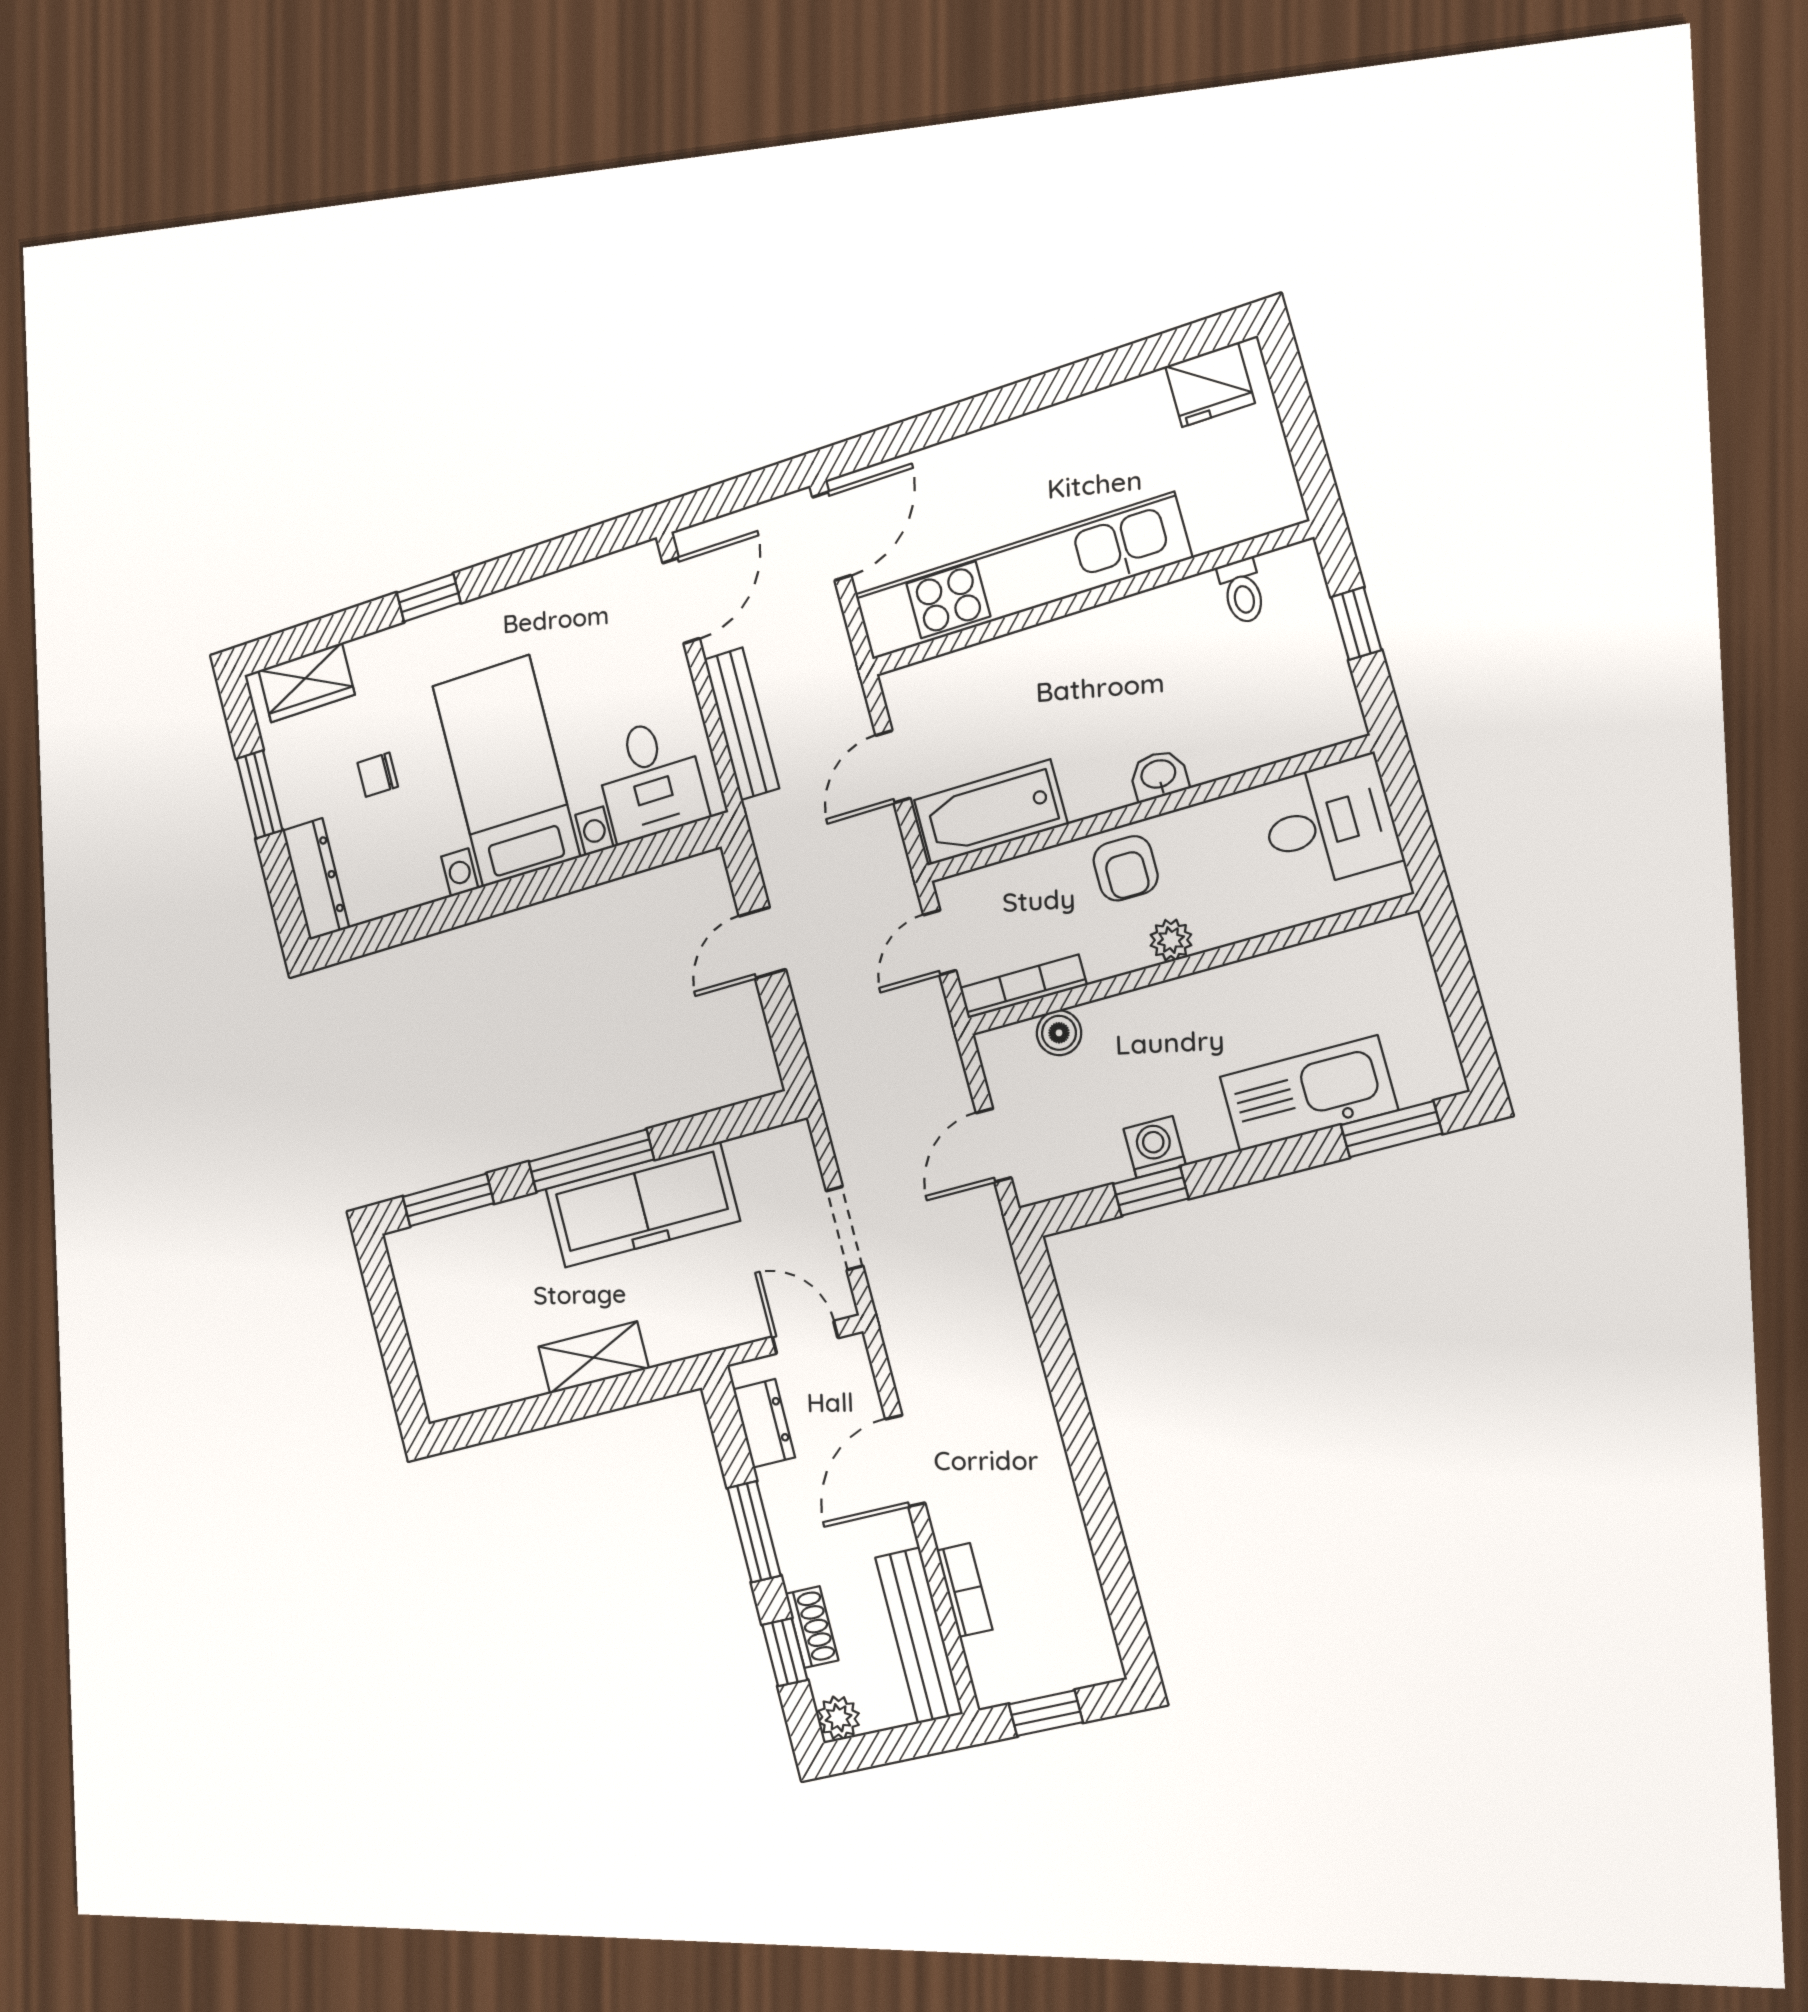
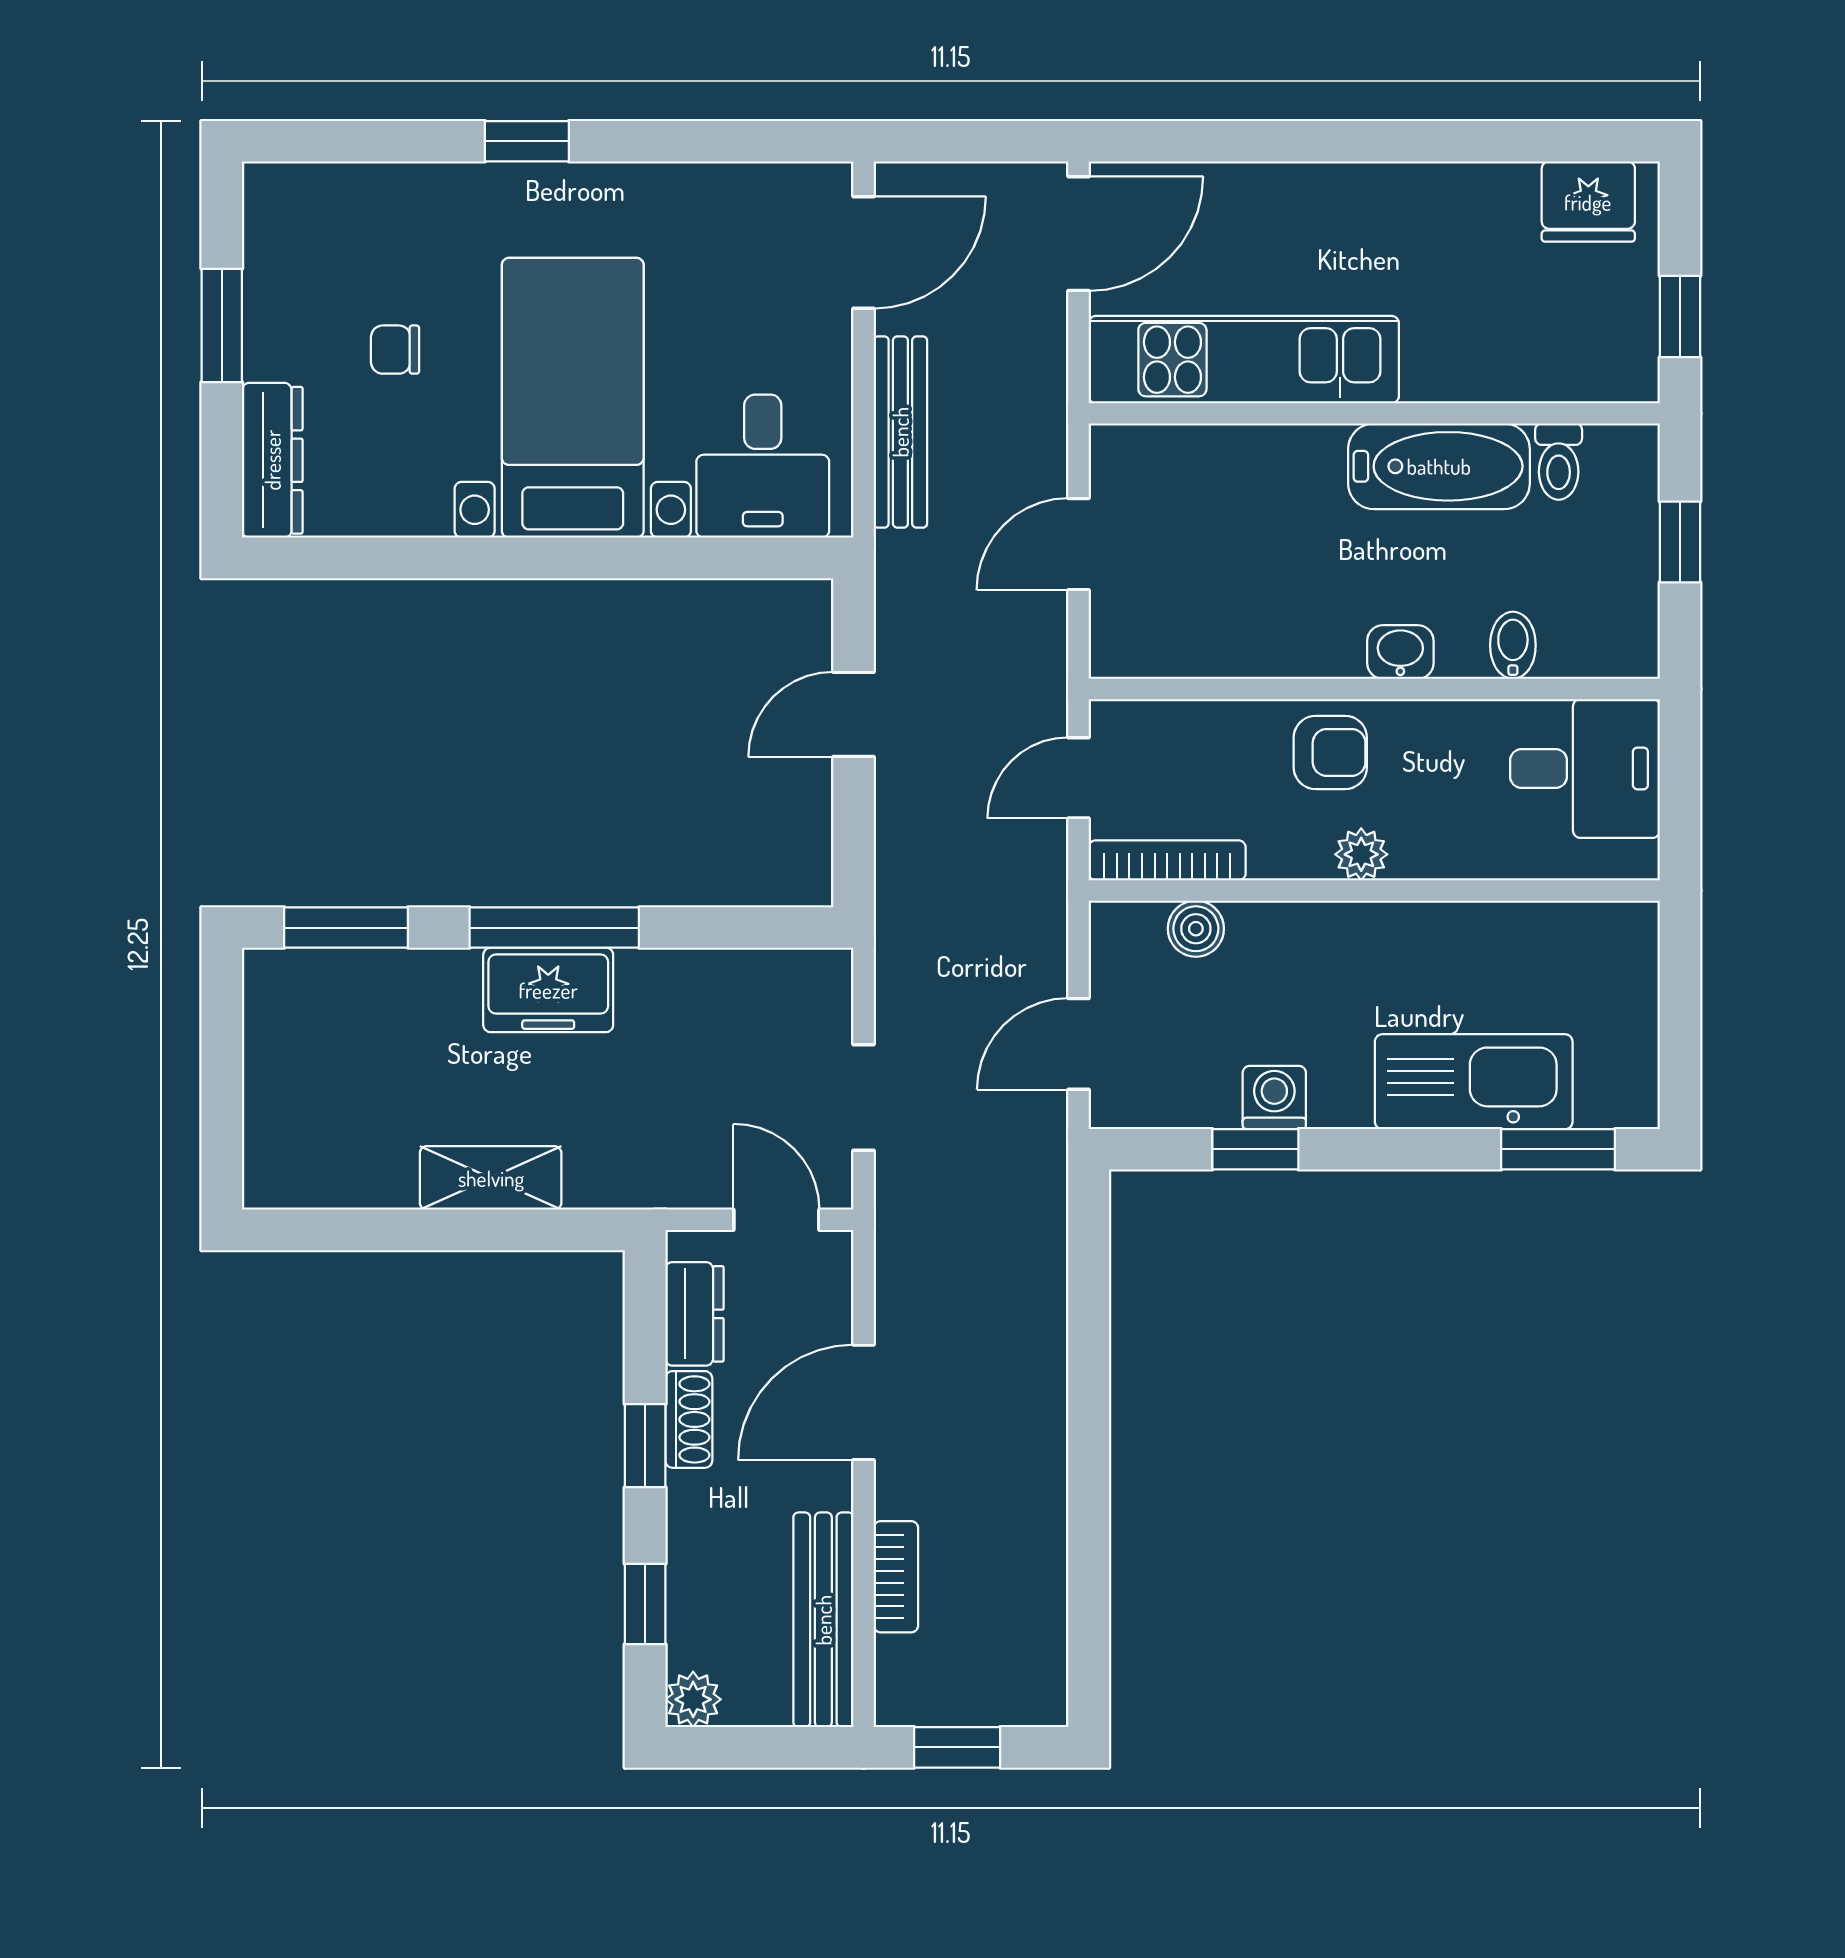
window: (1307, 449) -> (1680, 317), added
kitchen unit: (1021, 577) -> (1244, 360), width x0.73
wardrobe: (306, 682) -> (327, 198), removed
bidet: (1245, 744) -> (1513, 645), added
bathtub: (990, 812) -> (1439, 466), moved, turned 180
armchair: (1126, 868) -> (1330, 752), turned -90
freezer: (642, 1205) -> (548, 990), width x0.52, depth x0.79
window: (754, 1532) -> (645, 1446), width x0.67
shoe rack: (812, 1627) -> (689, 1419), moved

